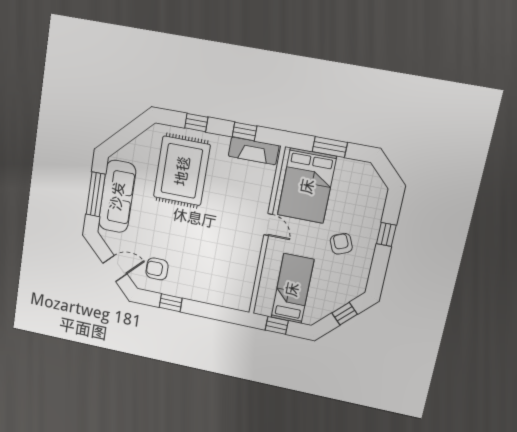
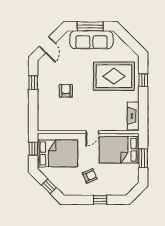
window: (245, 131) -> (143, 109), removed
armchair: (157, 269) -> (66, 91), moved
bed: (292, 289) -> (57, 153), width x1.50

